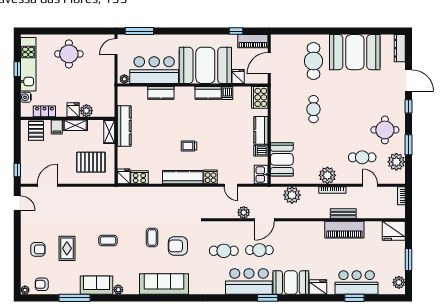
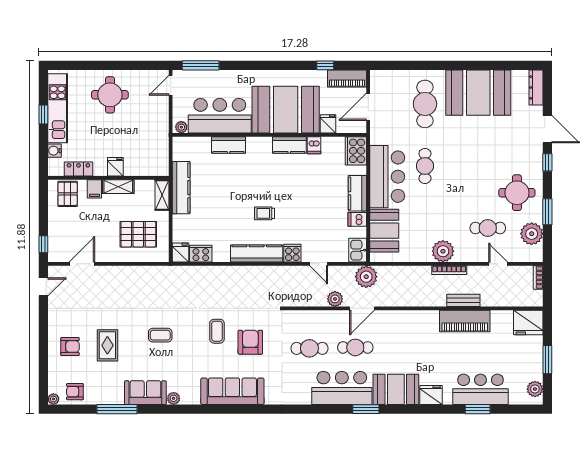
plant: (86, 111) -> (132, 168), removed
bar counter: (284, 117) -> (387, 177), added
plant: (292, 195) -> (366, 277), moved
door: (17, 203) -> (43, 287), hinge flipped
armchair: (178, 246) -> (250, 342), turned 90

